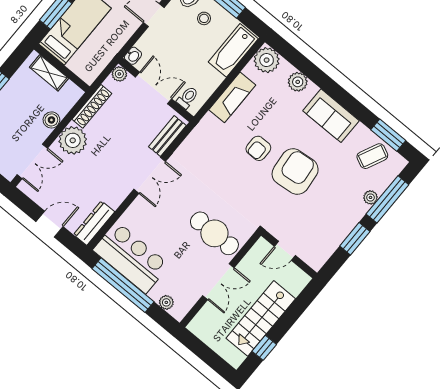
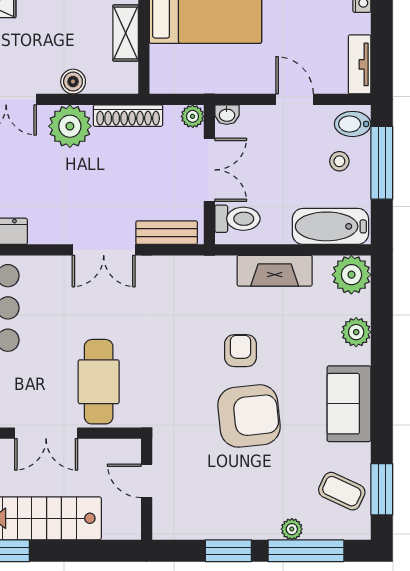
toilet: (188, 98) -> (237, 219), width x1.37, depth x1.39
armchair: (258, 148) -> (240, 351), turned 90

